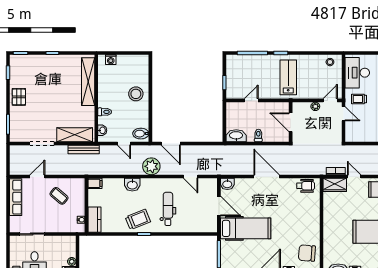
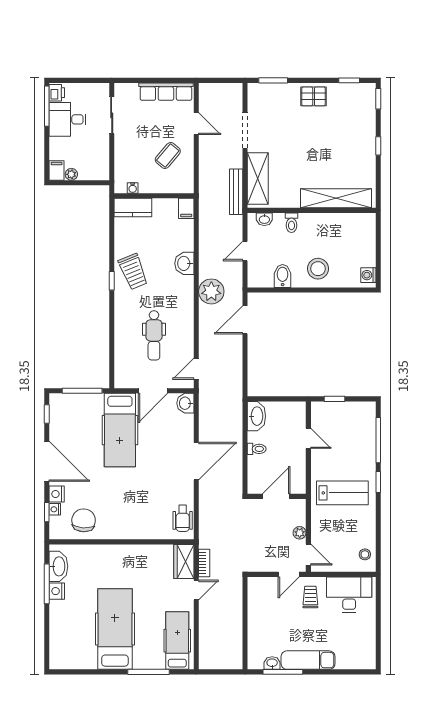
washing machine: (111, 60) -> (368, 275), moved
bidet: (141, 134) -> (283, 276), moved
door: (191, 177) -> (196, 369), moved
dental chair: (168, 209) -> (154, 335), moved, turned 90

